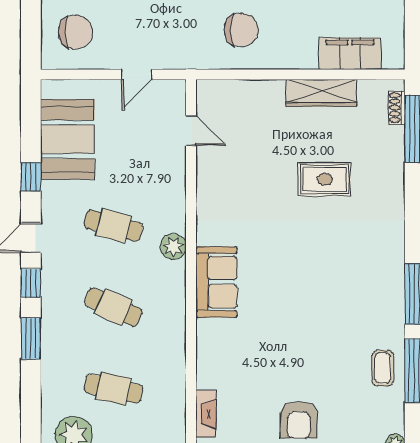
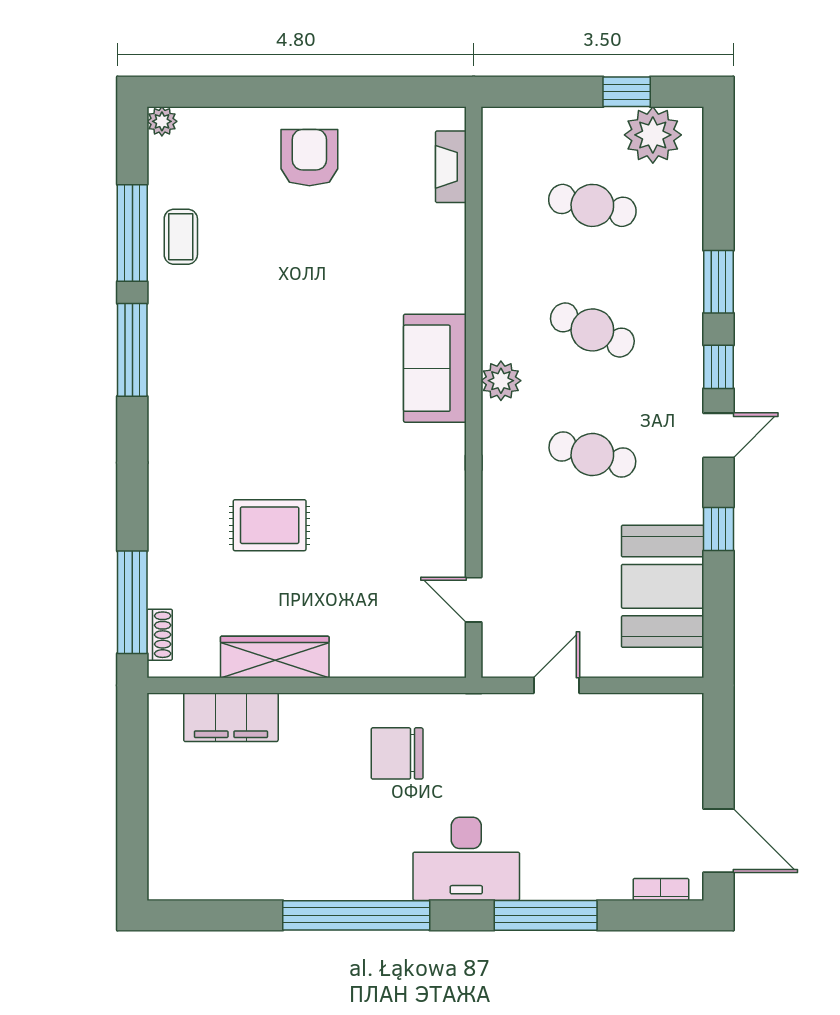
chair: (75, 32) -> (650, 750), removed
plant: (173, 247) -> (501, 381), moved

